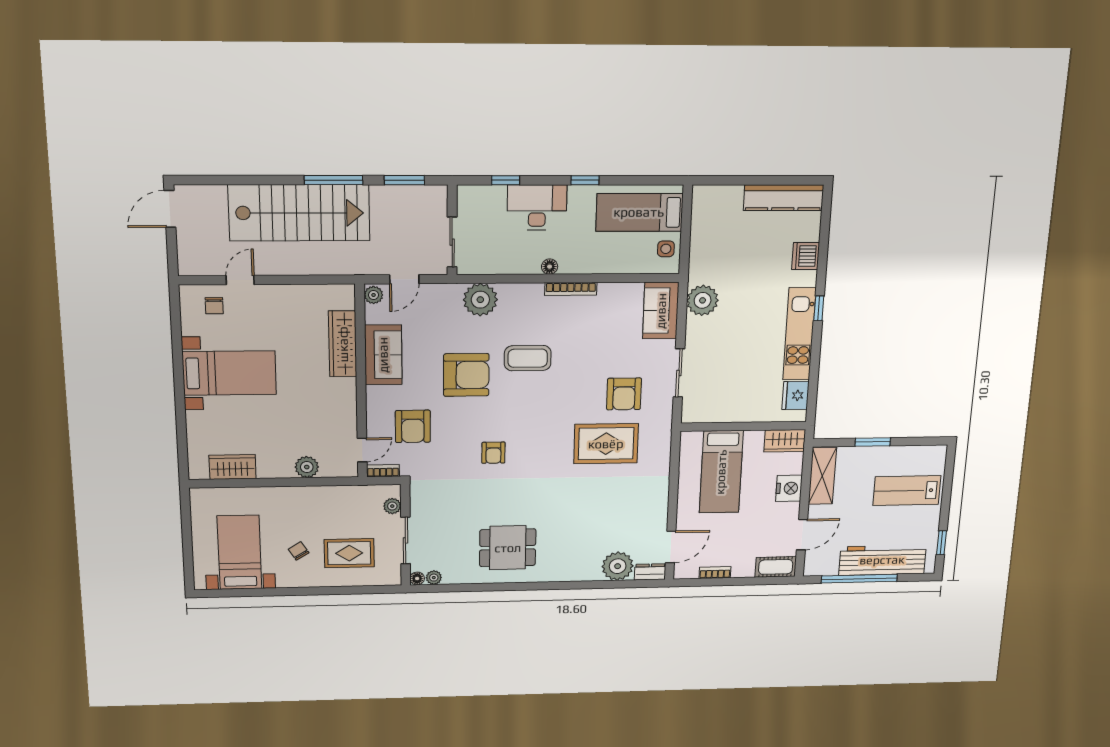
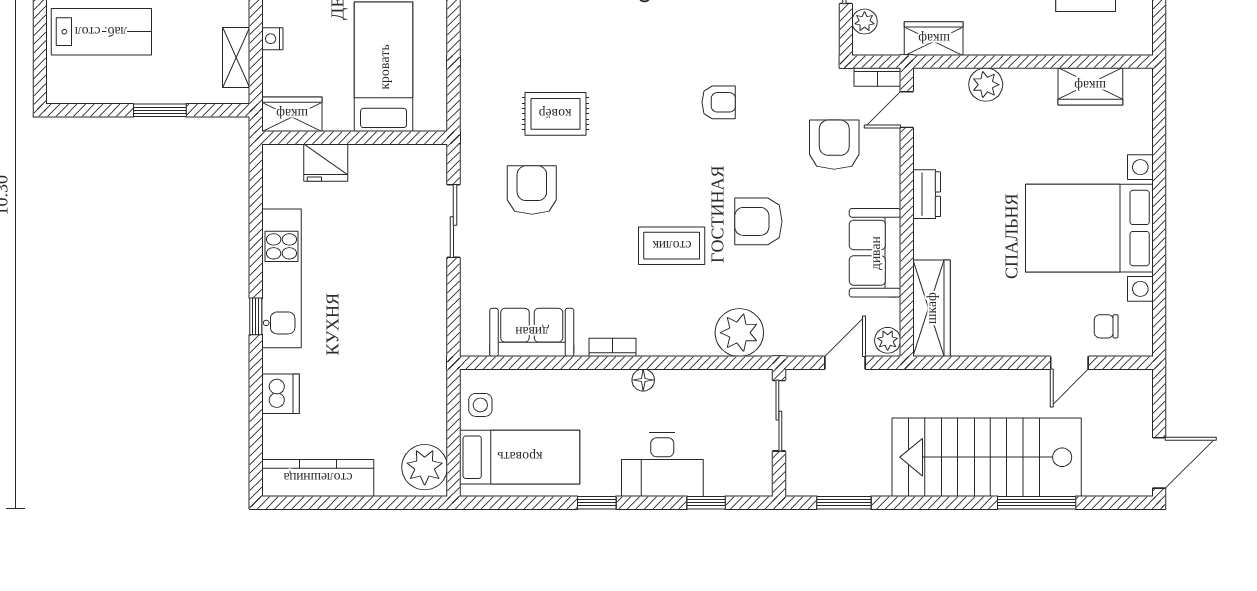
window: (334, 180) -> (1037, 503), moved
bookcase: (571, 289) -> (613, 347), width x0.64
plant: (703, 300) -> (425, 467), moved
chair: (214, 306) -> (1106, 326), turned -90
sofa: (661, 311) -> (532, 332), moved, turned -90
wardrobe: (343, 344) -> (931, 308), moved
bed with nightstands: (229, 373) -> (1089, 228), width x1.36
armchair: (466, 375) -> (758, 221), width x0.73, depth x0.73
dresser: (347, 394) -> (927, 194), added
fridge: (796, 395) -> (326, 163), moved, turned 90
rug: (606, 444) -> (555, 114), width x0.73, depth x0.70
armchair: (493, 453) -> (719, 102), turned 90
shelving: (822, 476) -> (236, 57), width x0.67, depth x0.75
nightstand: (789, 488) -> (272, 39), width x0.53, depth x0.56
wardrobe: (344, 496) -> (934, 39), added

